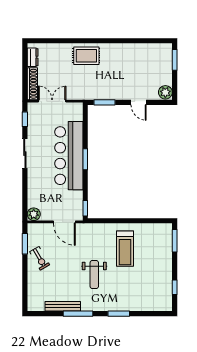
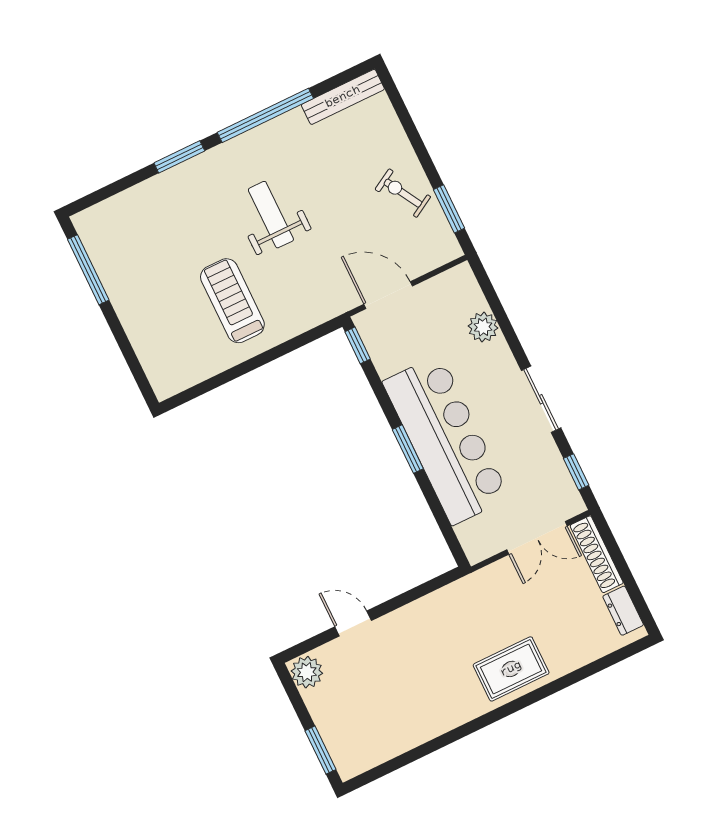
window: (105, 102) -> (425, 589), removed
plant: (34, 214) -> (483, 327), moved
window: (175, 241) -> (136, 368), removed
window: (175, 287) -> (88, 270), width x2.17
bench: (63, 306) -> (343, 97), moved
window: (78, 314) -> (265, 115), width x1.46

